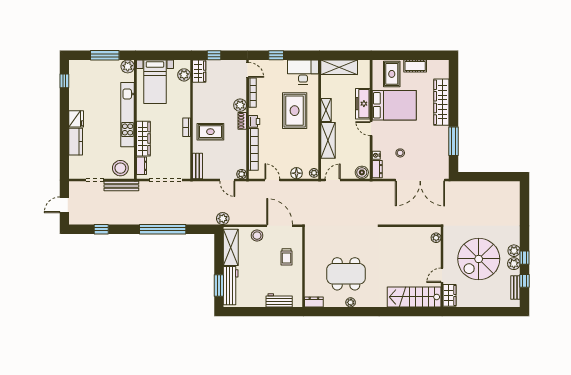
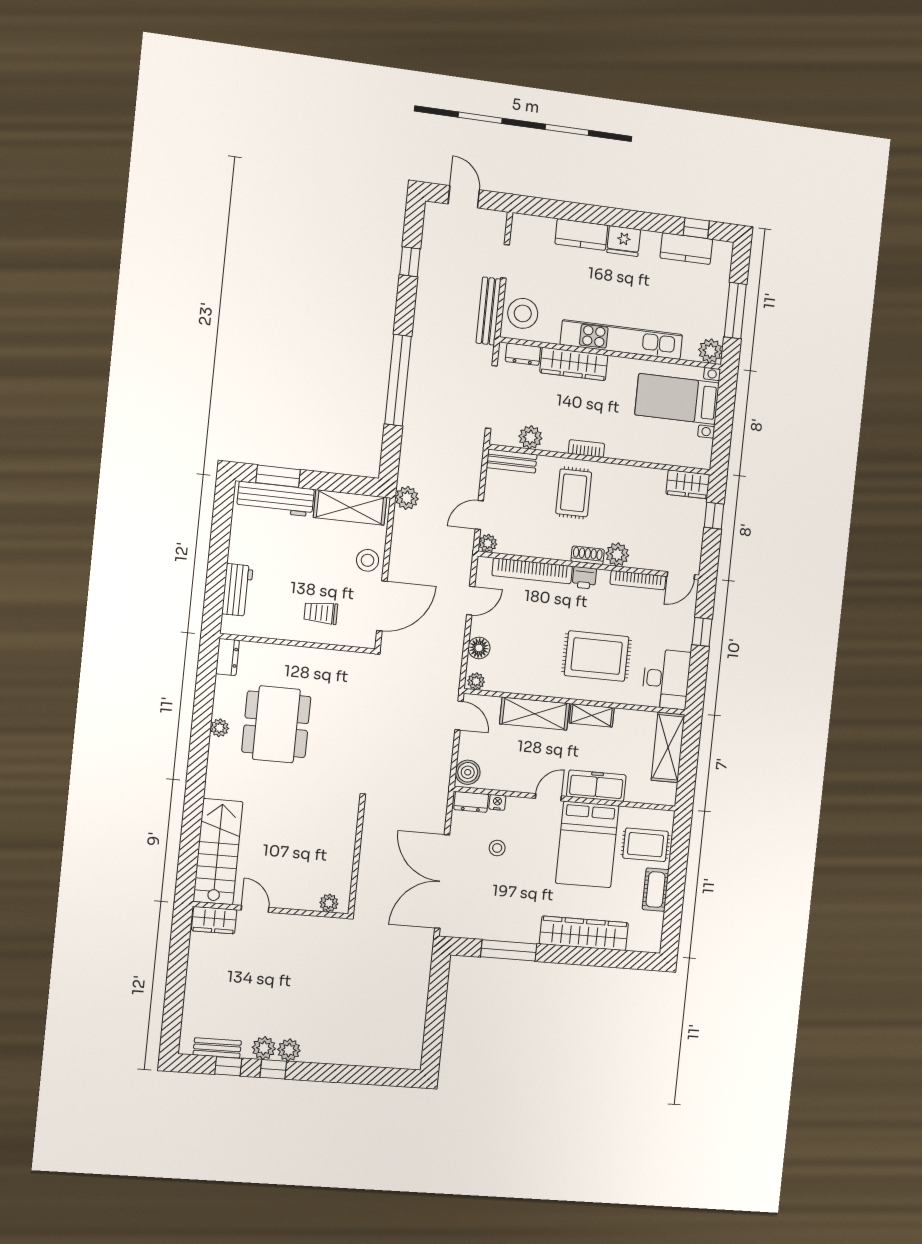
plant: (184, 75) -> (530, 437), moved
kitchen counter: (76, 85) -> (686, 249), added
spiral stairs: (479, 259) -> (280, 981), removed

